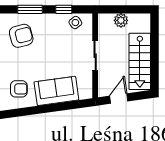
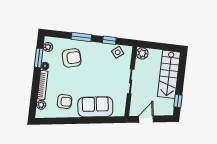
plant: (121, 20) -> (142, 53), moved
stairs: (140, 61) -> (169, 74), moved
window: (155, 72) -> (178, 101), added

